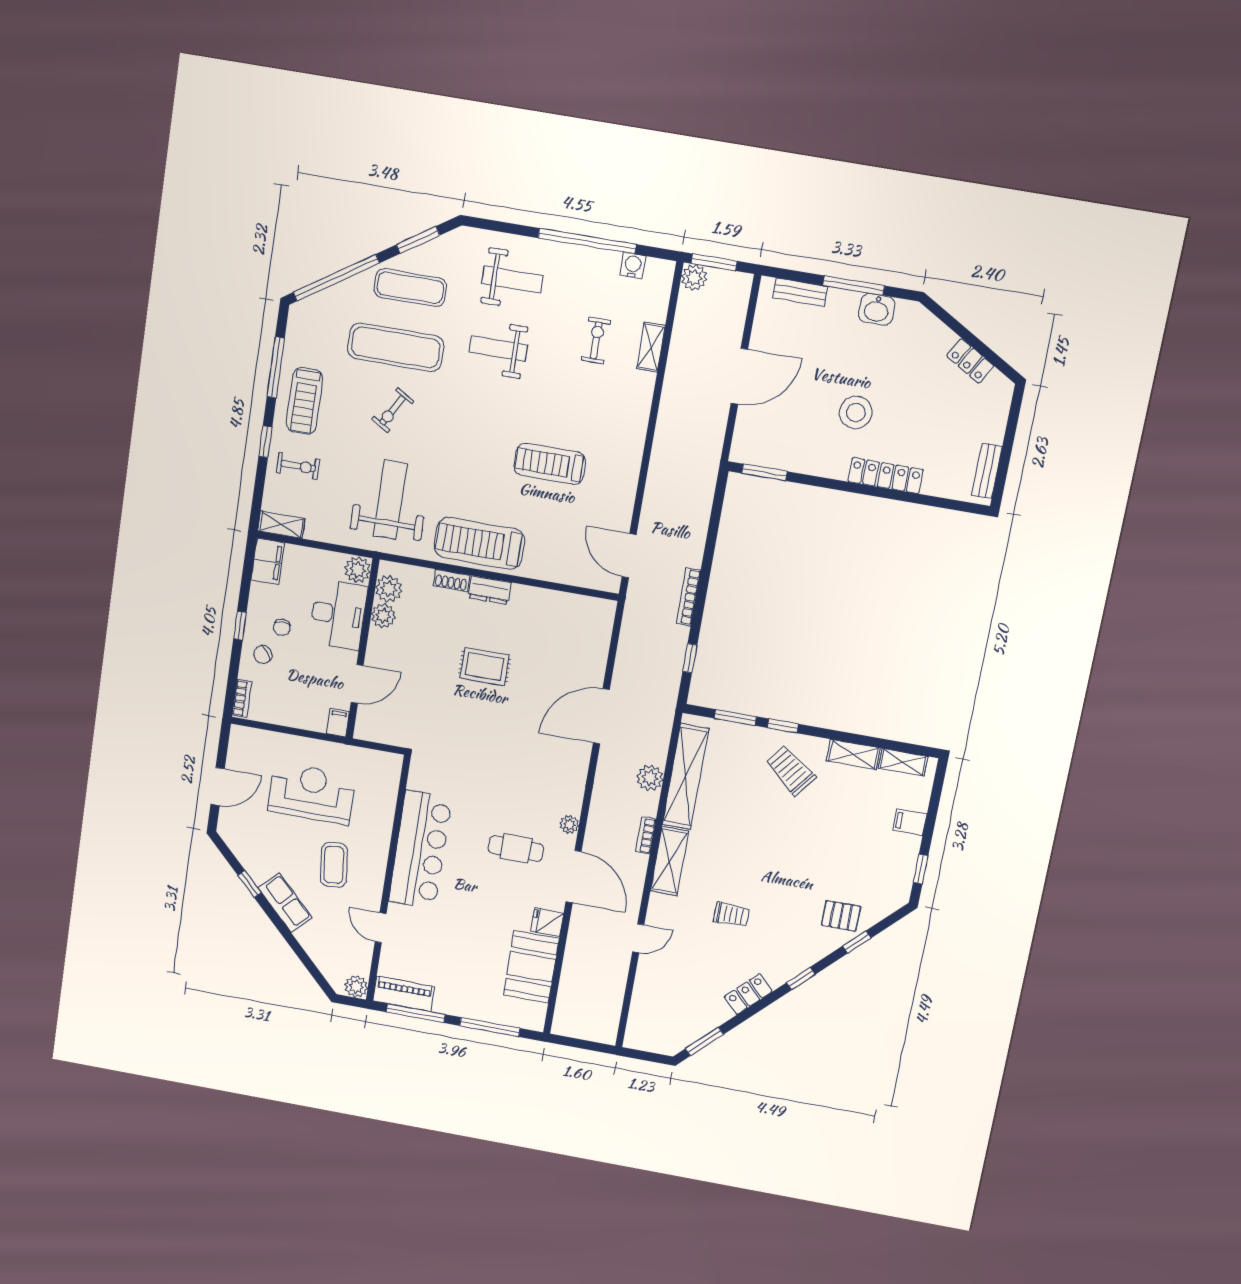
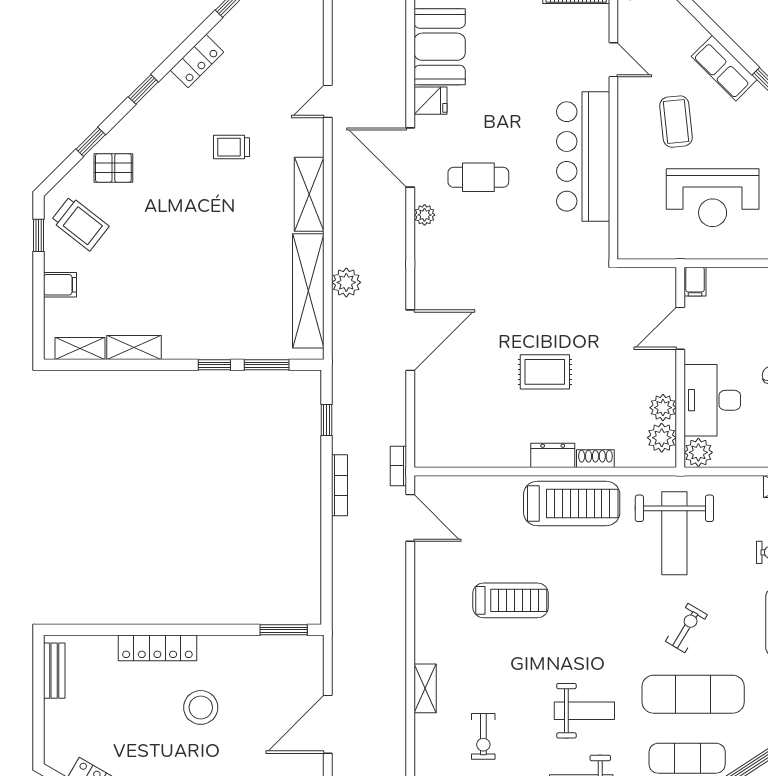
shelving: (651, 347) -> (425, 688), moved
trolley: (790, 770) -> (80, 224), moved
bookcase: (646, 835) -> (398, 466), moved, turned 180

